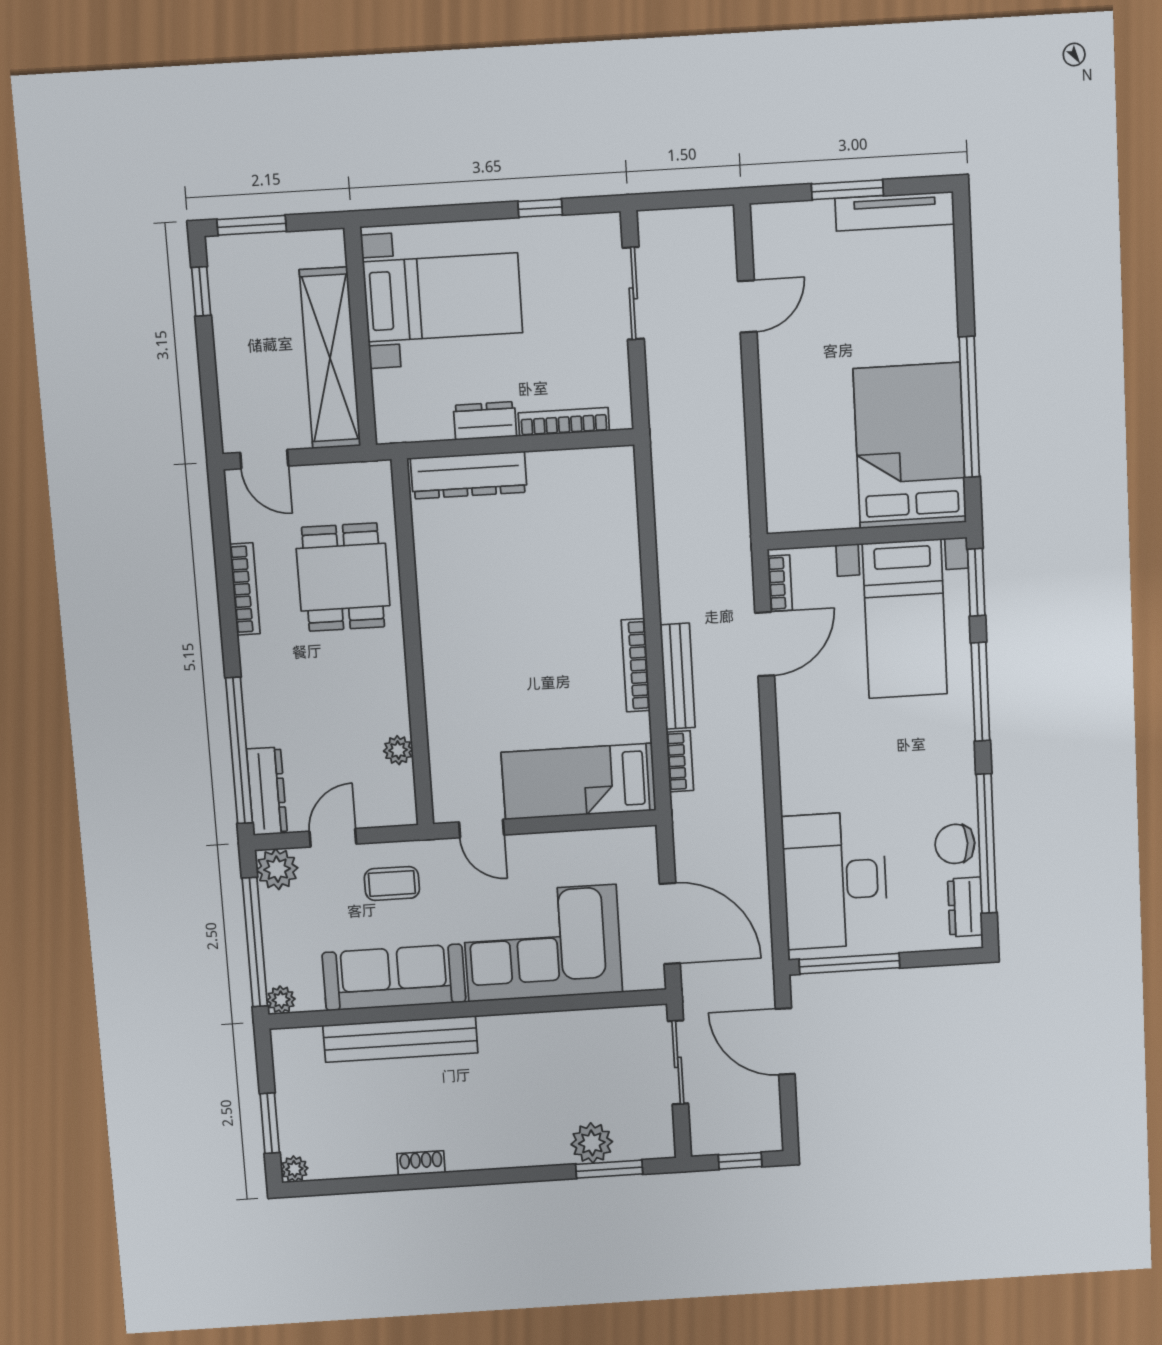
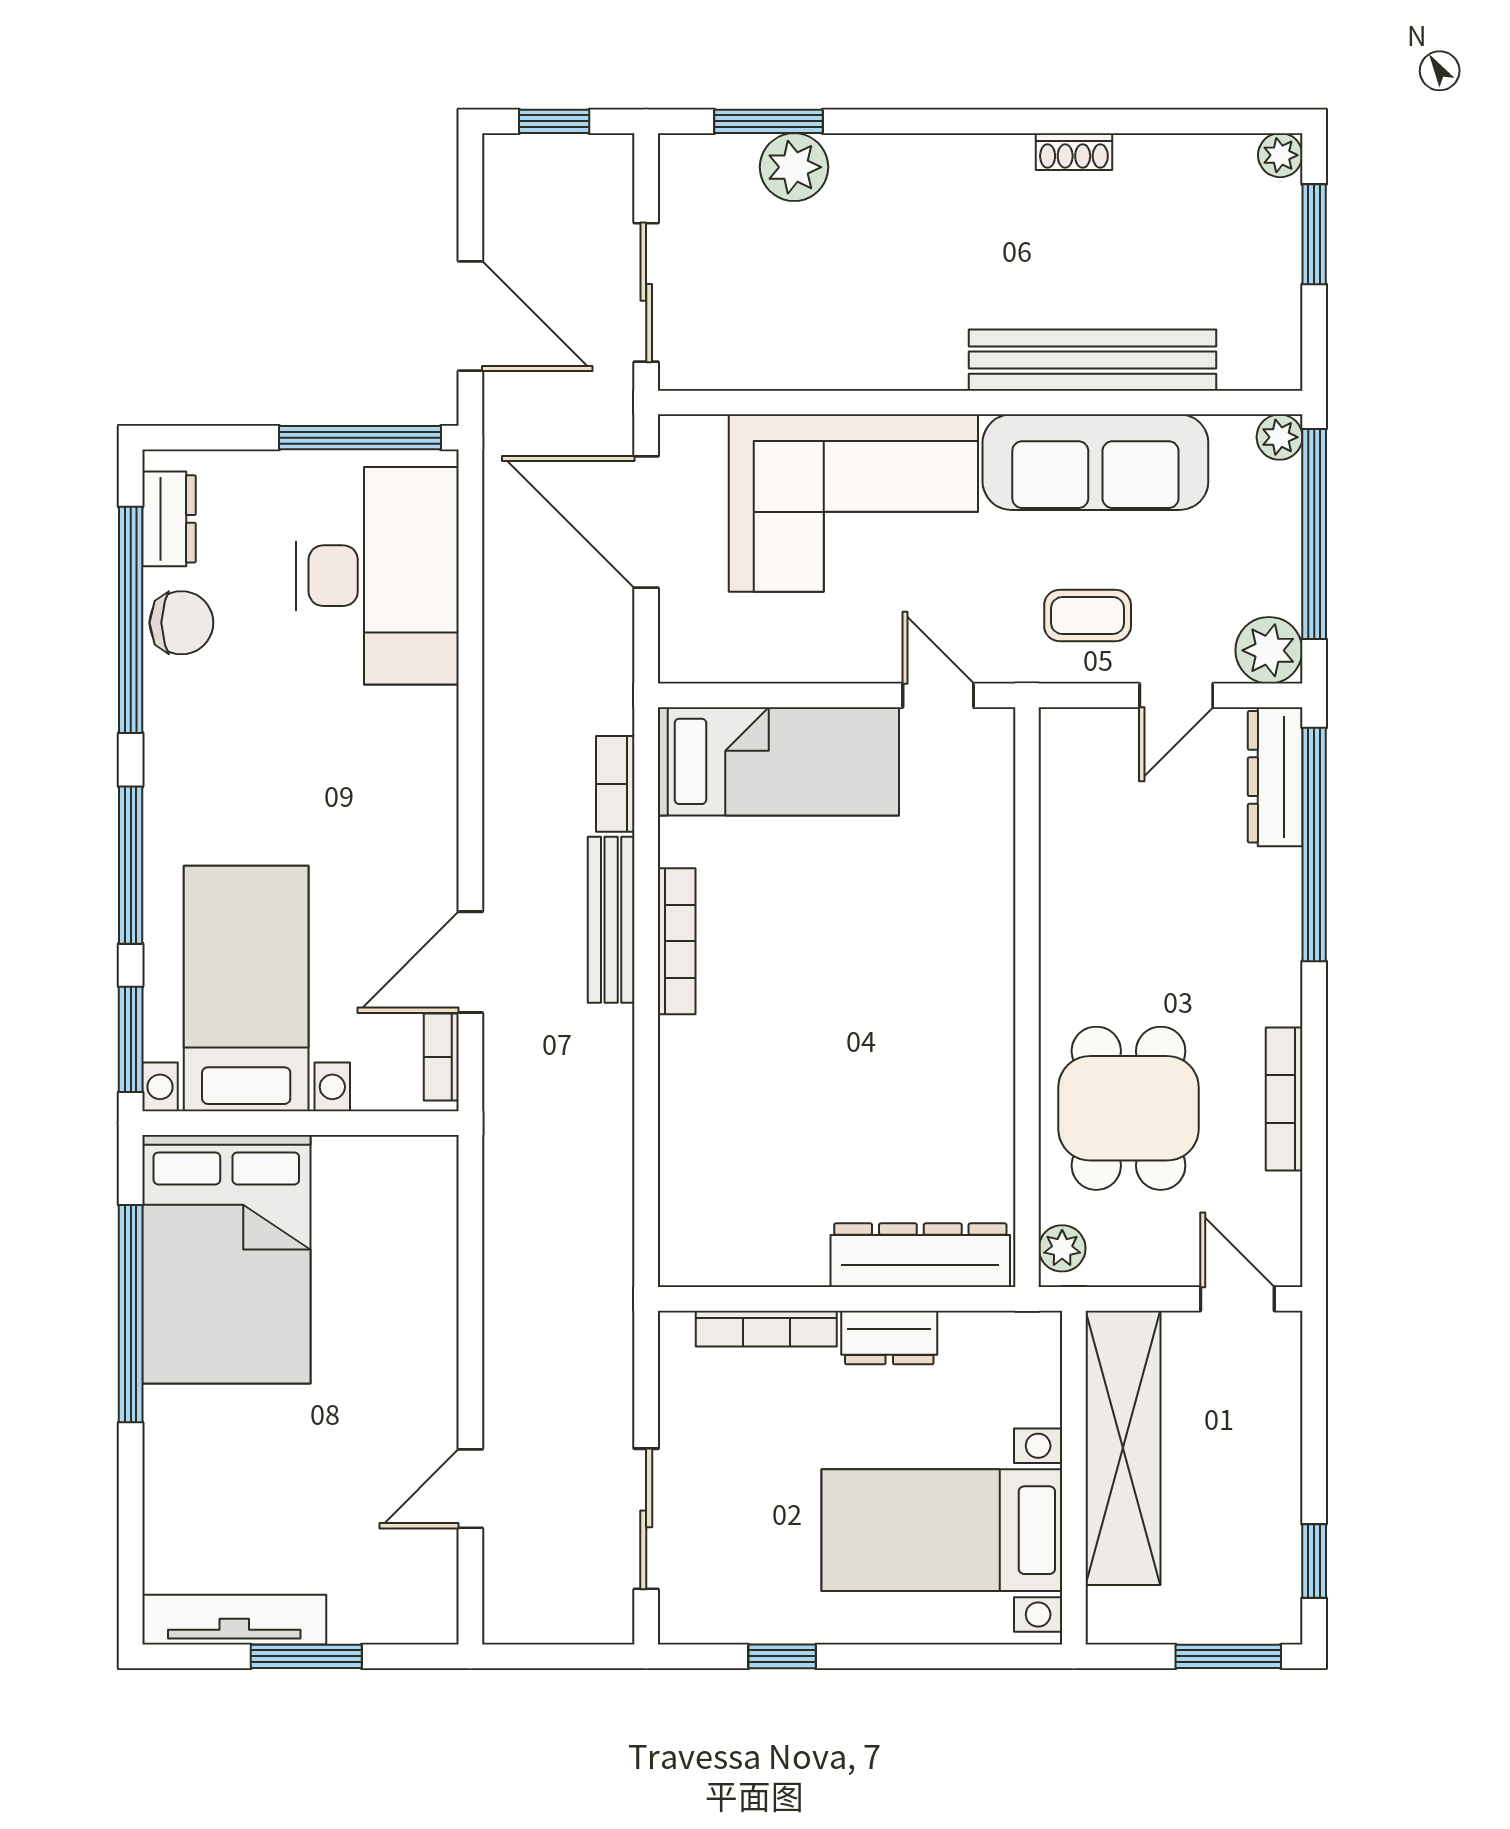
plant: (398, 750) -> (1062, 1248), moved

